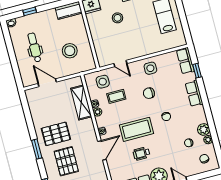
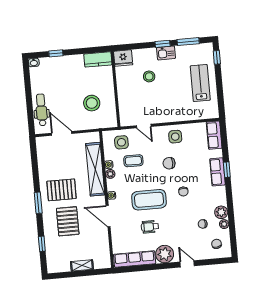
dental chair: (35, 47) -> (41, 110), moved
window: (197, 71) -> (227, 170), moved
shelving: (81, 103) -> (95, 169), width x1.47
door: (102, 150) -> (108, 216), swing flipped

